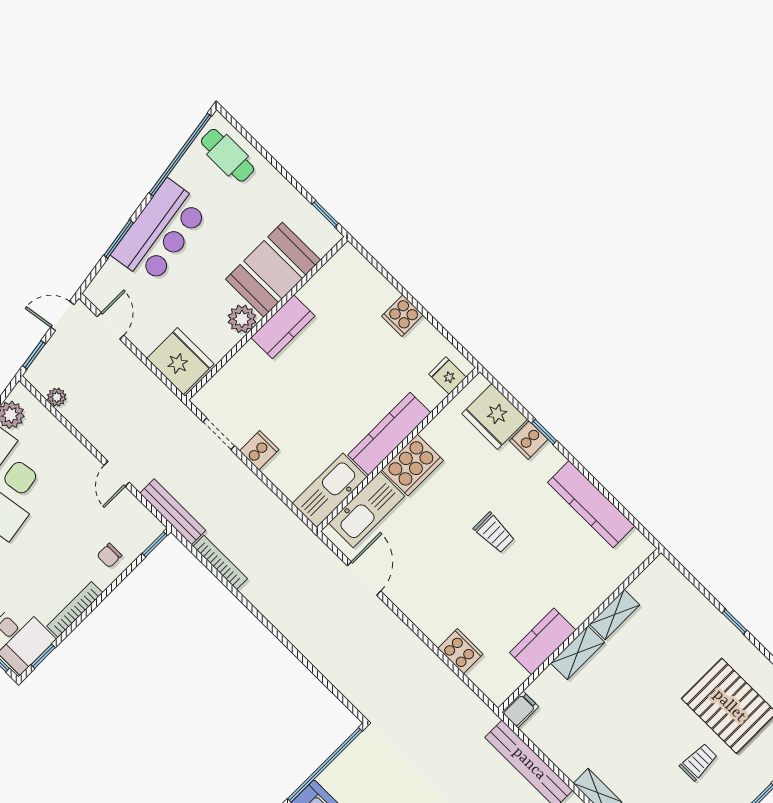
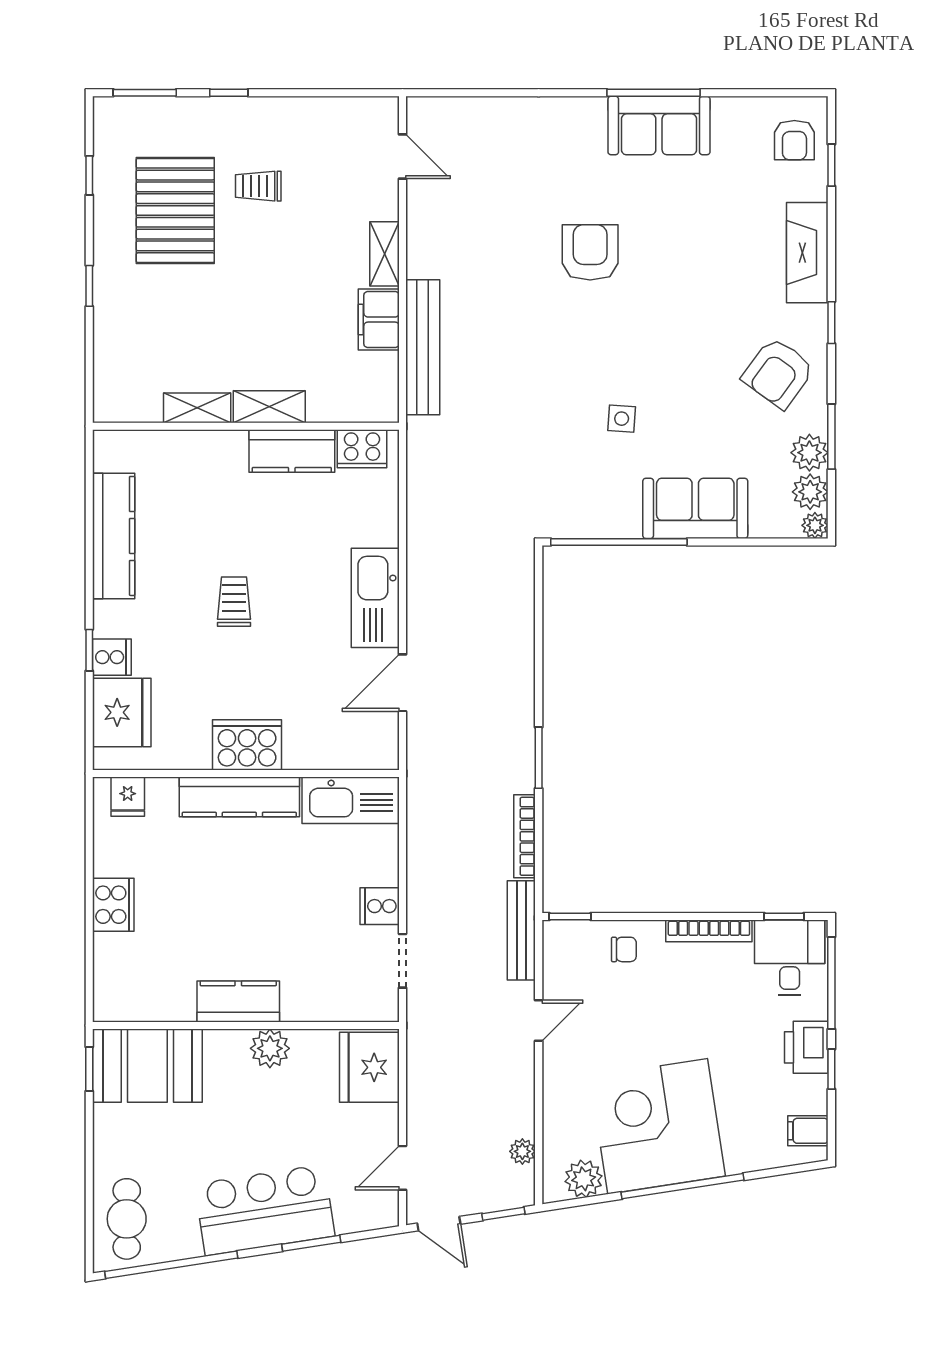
booth: (273, 270) -> (147, 1066), moved
cooker: (402, 316) -> (113, 905), width x1.36
kitchen sink: (367, 510) -> (375, 598), moved, turned -90
window: (254, 611) -> (539, 758), added
cooker: (460, 651) -> (362, 449), moved, turned -90
filing cabinet: (520, 709) -> (379, 320), moved, width x2.00

